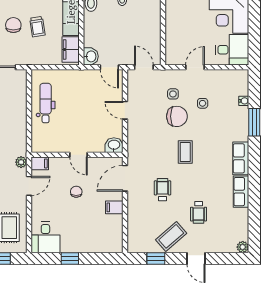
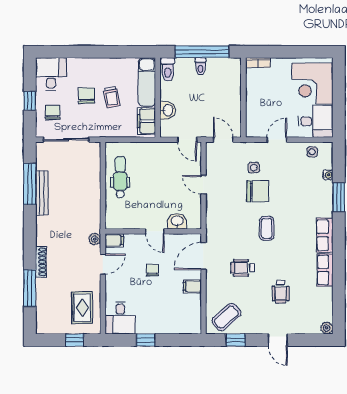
washbasin: (91, 56) -> (168, 110), moved
side table: (203, 103) -> (312, 152), moved
washbasin: (114, 145) -> (177, 221), moved
wheelchair: (163, 190) -> (243, 268), turned -90
coffee table: (171, 236) -> (226, 317), moved

